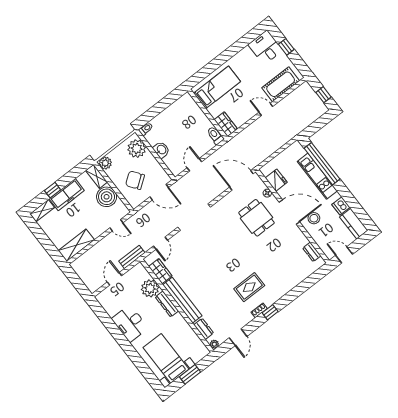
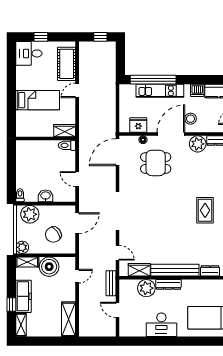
bed: (217, 87) -> (38, 100), moved, turned 90
plant: (298, 240) -> (198, 144), added

